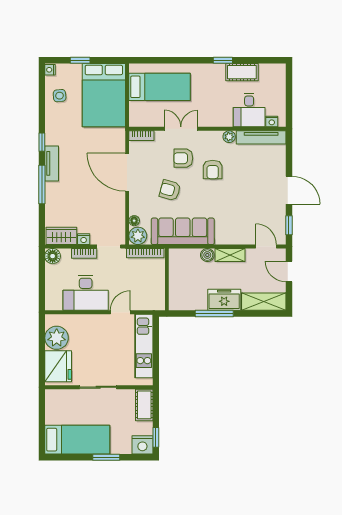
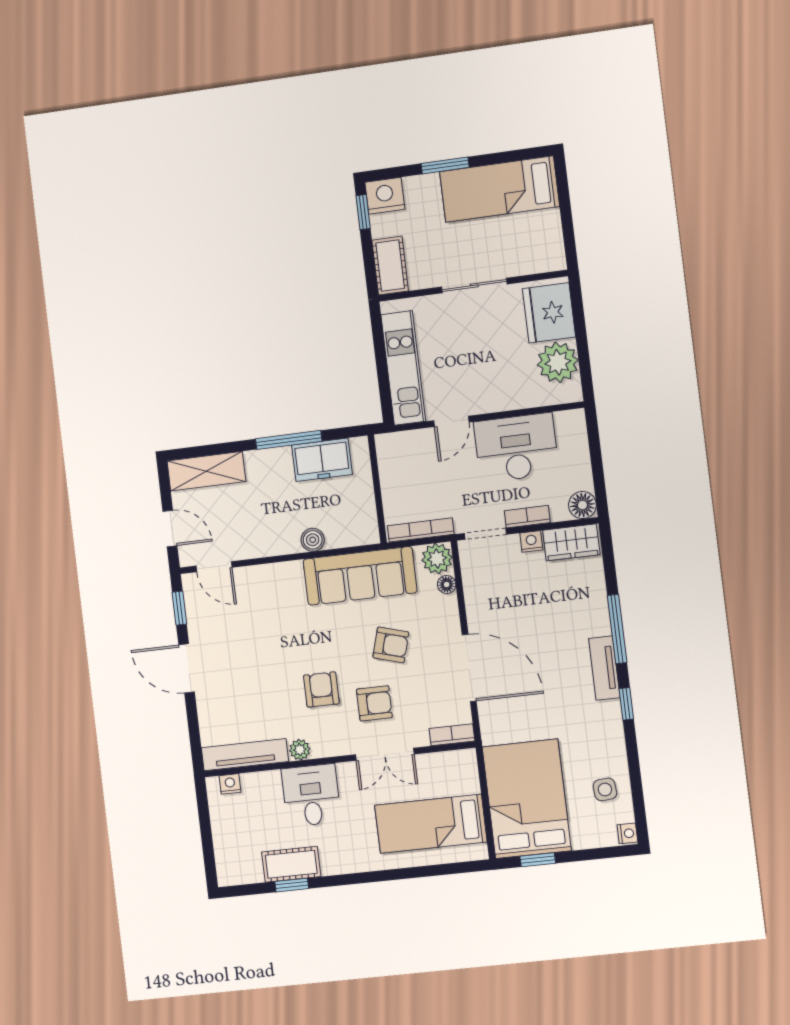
window: (80, 60) -> (538, 860), moved
window: (223, 60) -> (292, 885), moved
desk: (249, 110) -> (311, 795), moved
shelving: (230, 255) -> (274, 545), removed
freezer: (224, 300) -> (322, 460), moved

